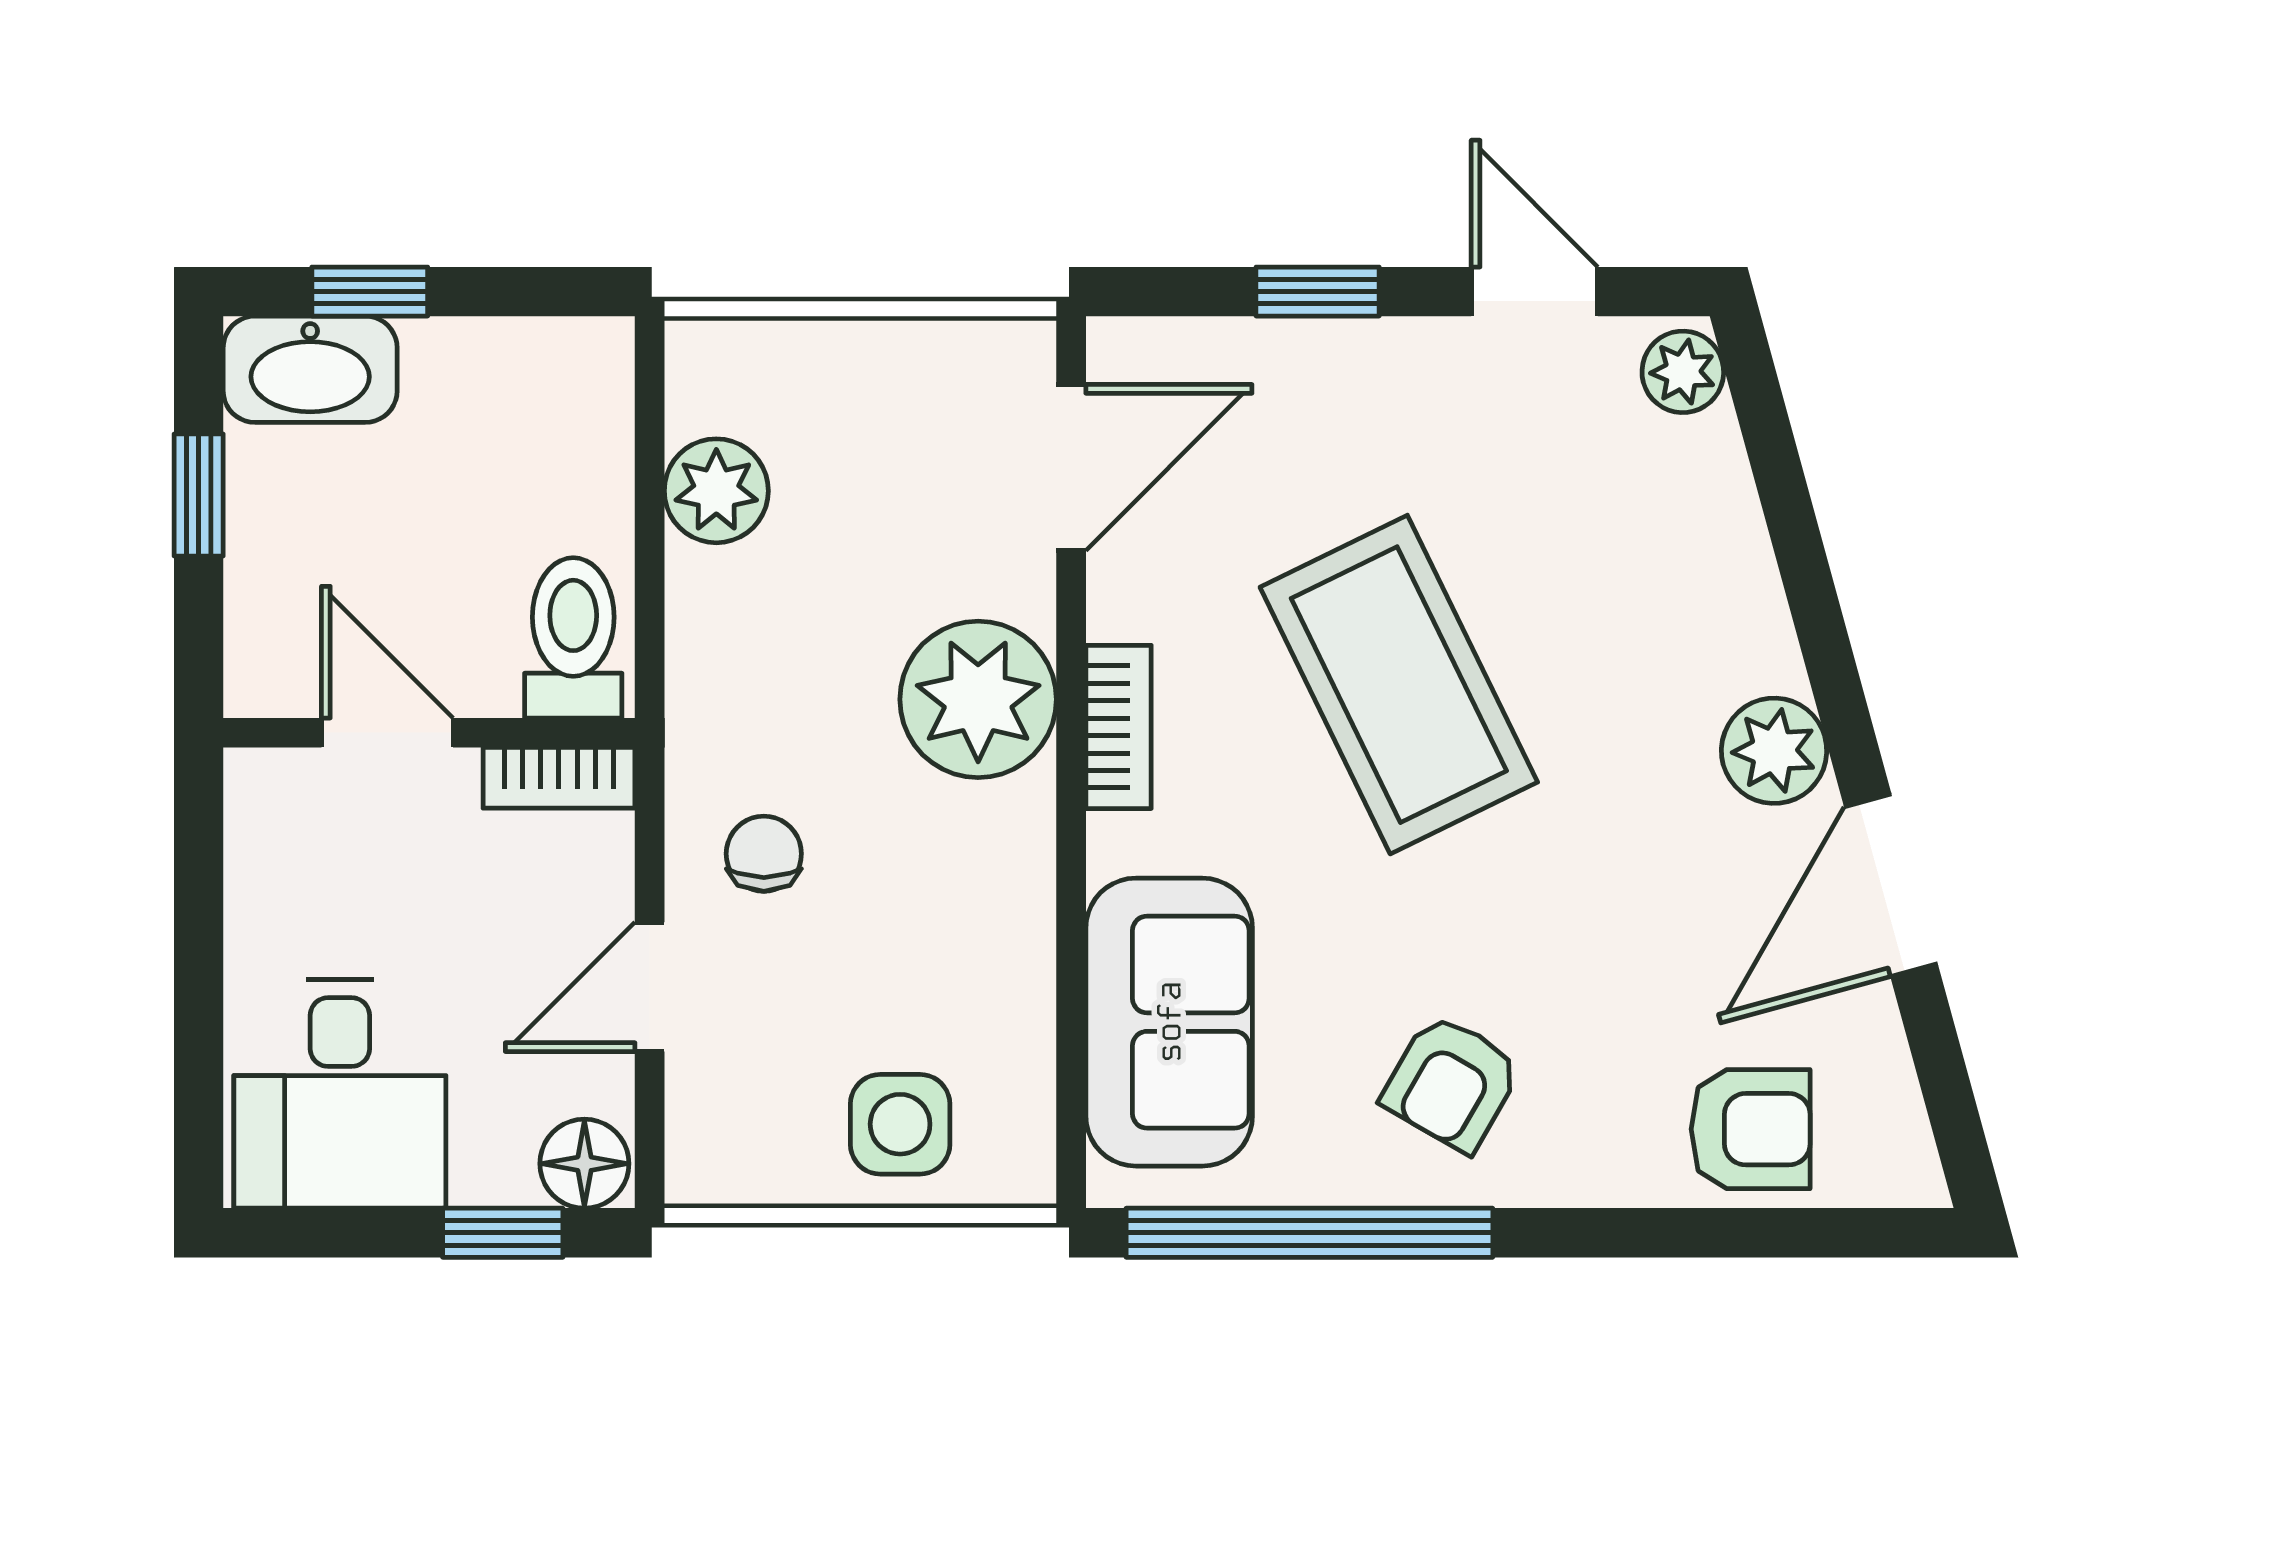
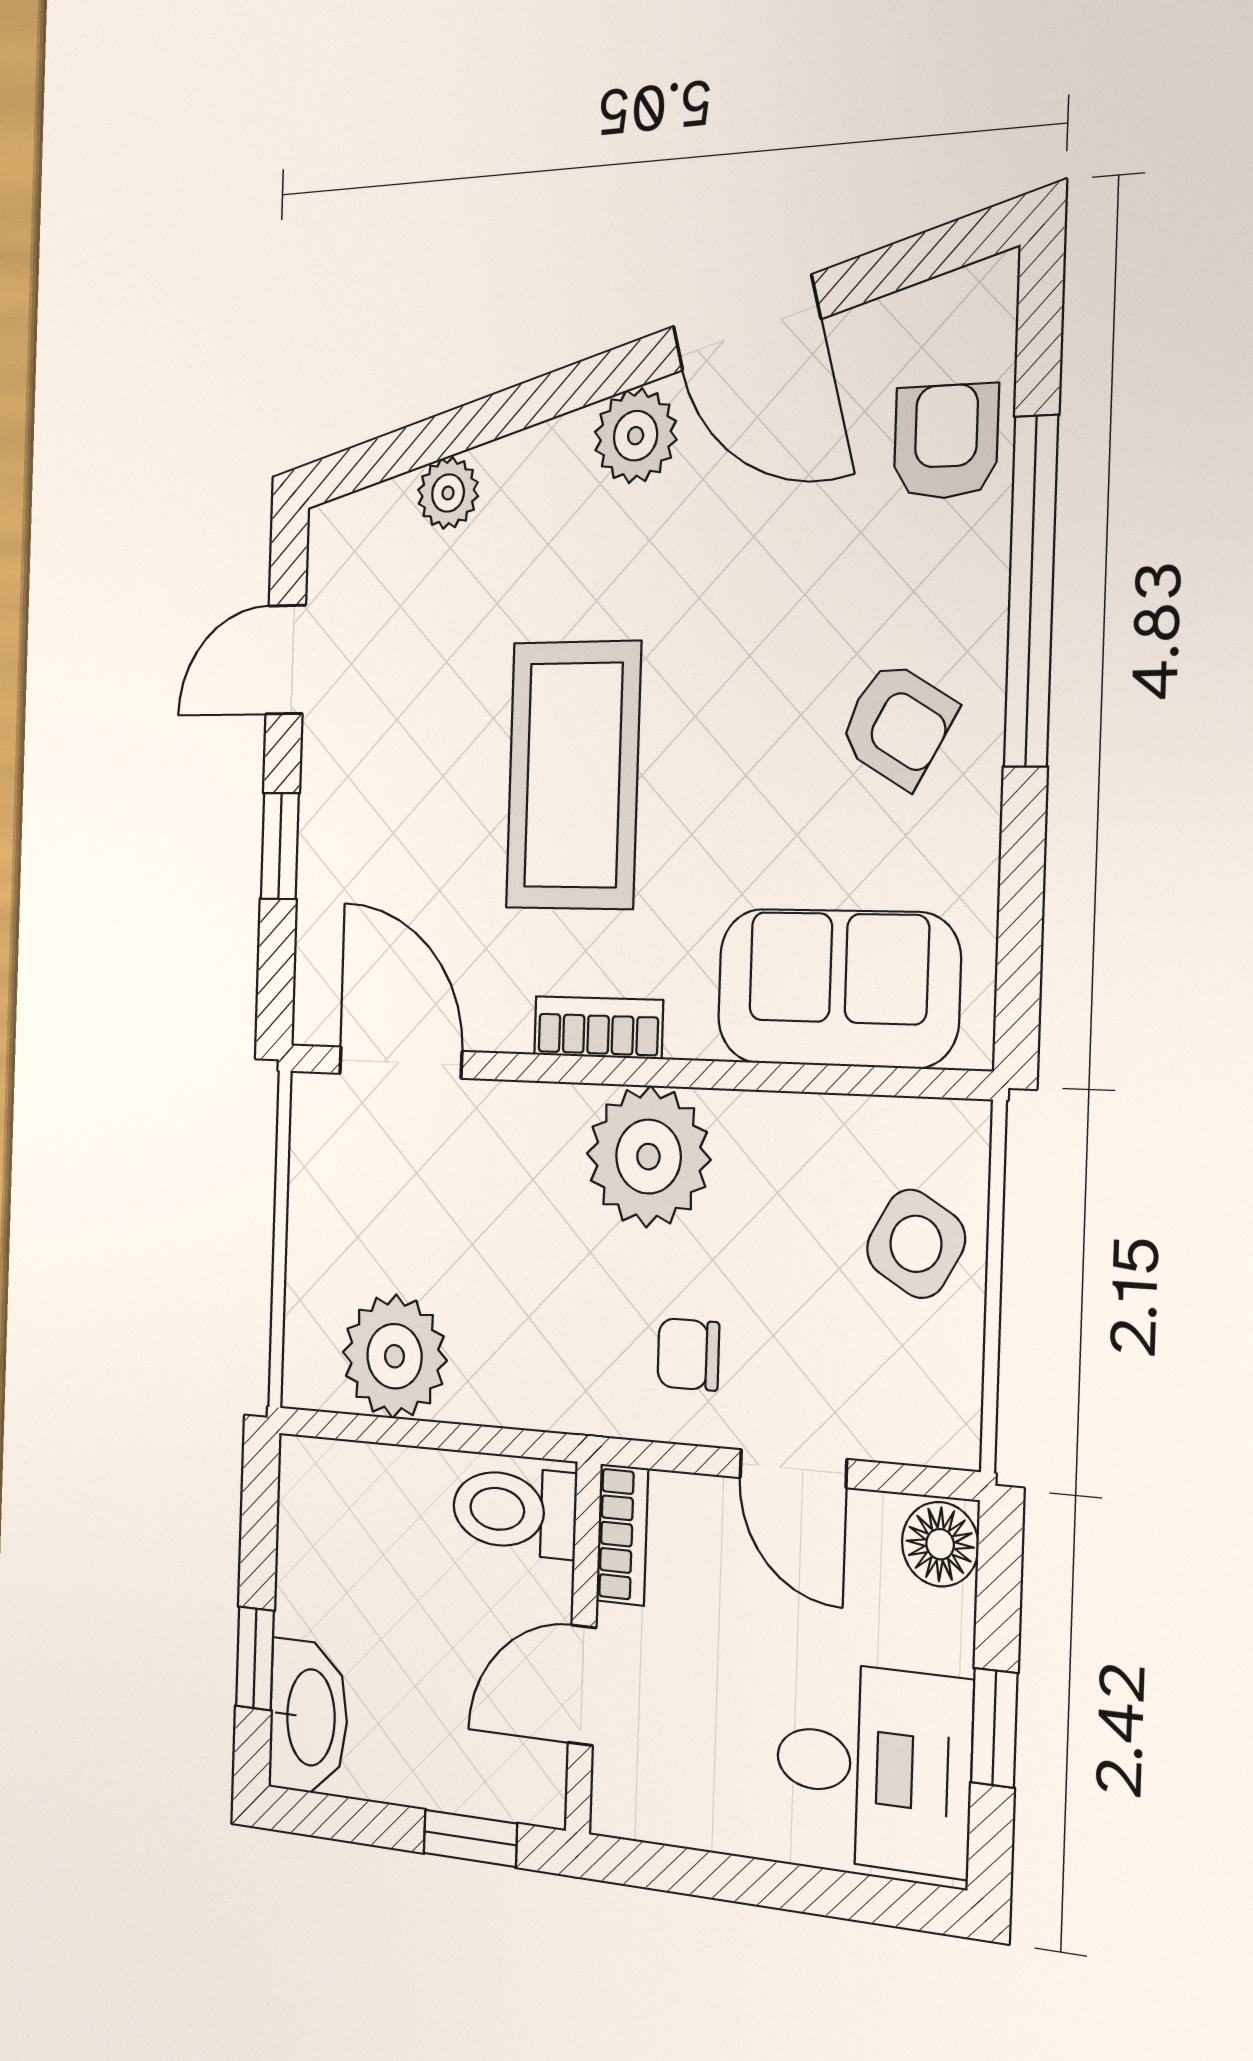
plant: (1683, 372) -> (448, 493), moved
plant: (716, 491) -> (395, 1356), width x1.36, depth x1.36
window: (199, 495) -> (470, 1838), moved
coffee table: (1399, 685) -> (573, 775), turned -64
plant: (978, 699) -> (648, 1157), moved
side table: (900, 1124) -> (916, 1244), turned 30
window: (503, 1233) -> (994, 1728), moved
window: (1309, 1233) -> (1031, 591), moved

